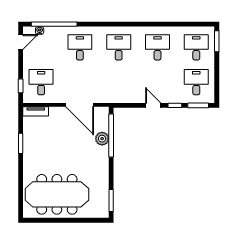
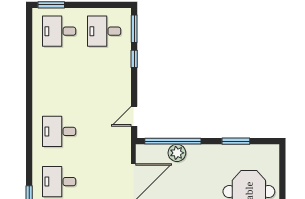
desk: (157, 47) -> (59, 81), removed
door: (153, 105) -> (134, 116), moved
window: (111, 201) -> (236, 141), moved

